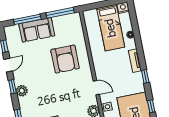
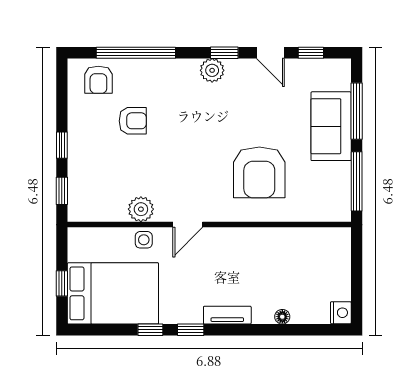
bed: (111, 28) -> (305, 279), removed
armchair: (65, 59) -> (259, 172), turned -90
window: (151, 106) -> (150, 330), moved

